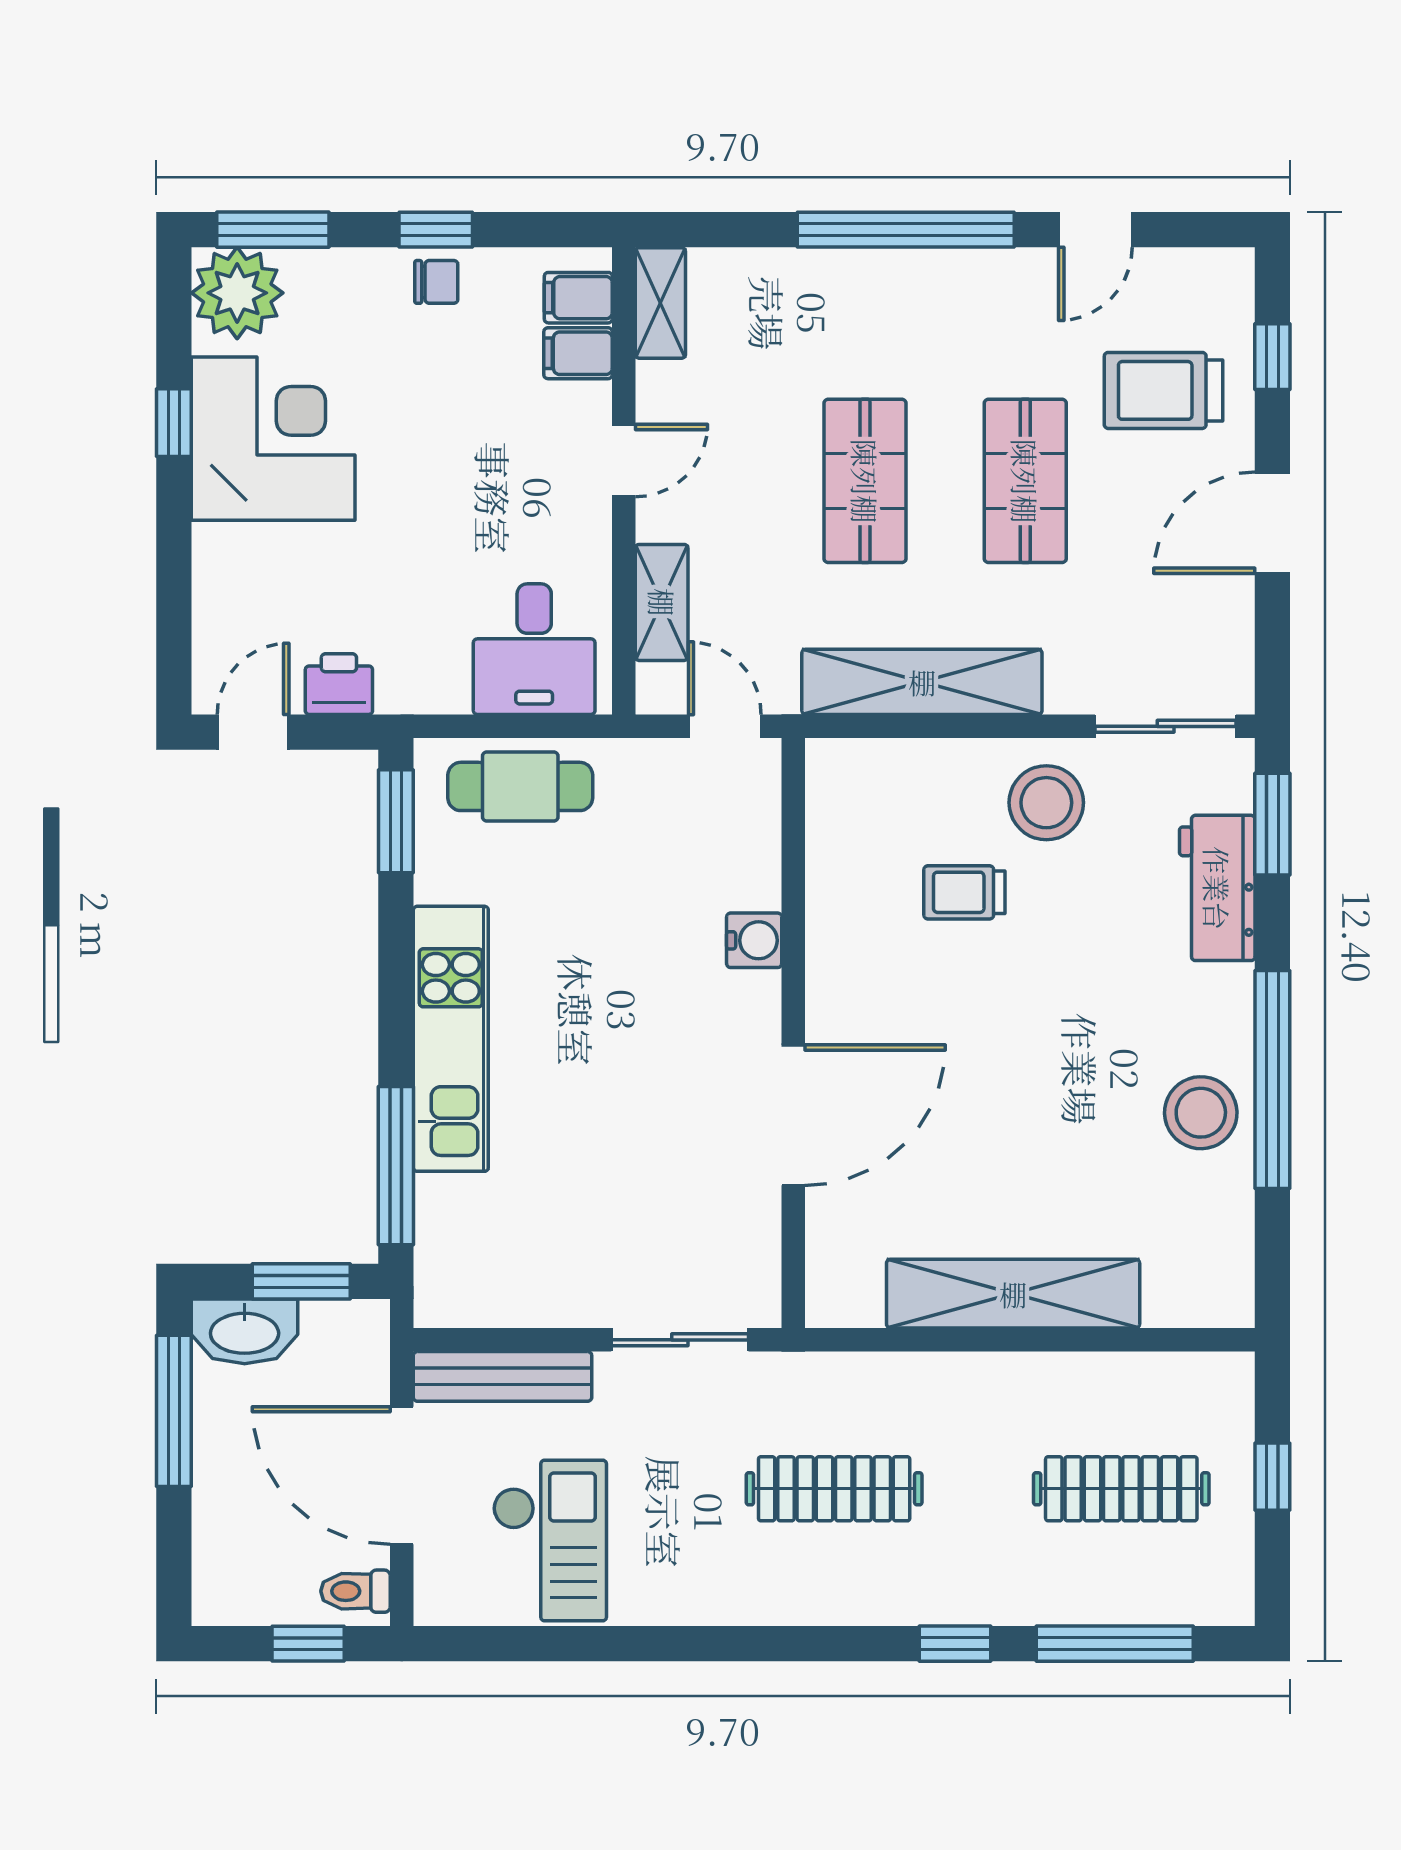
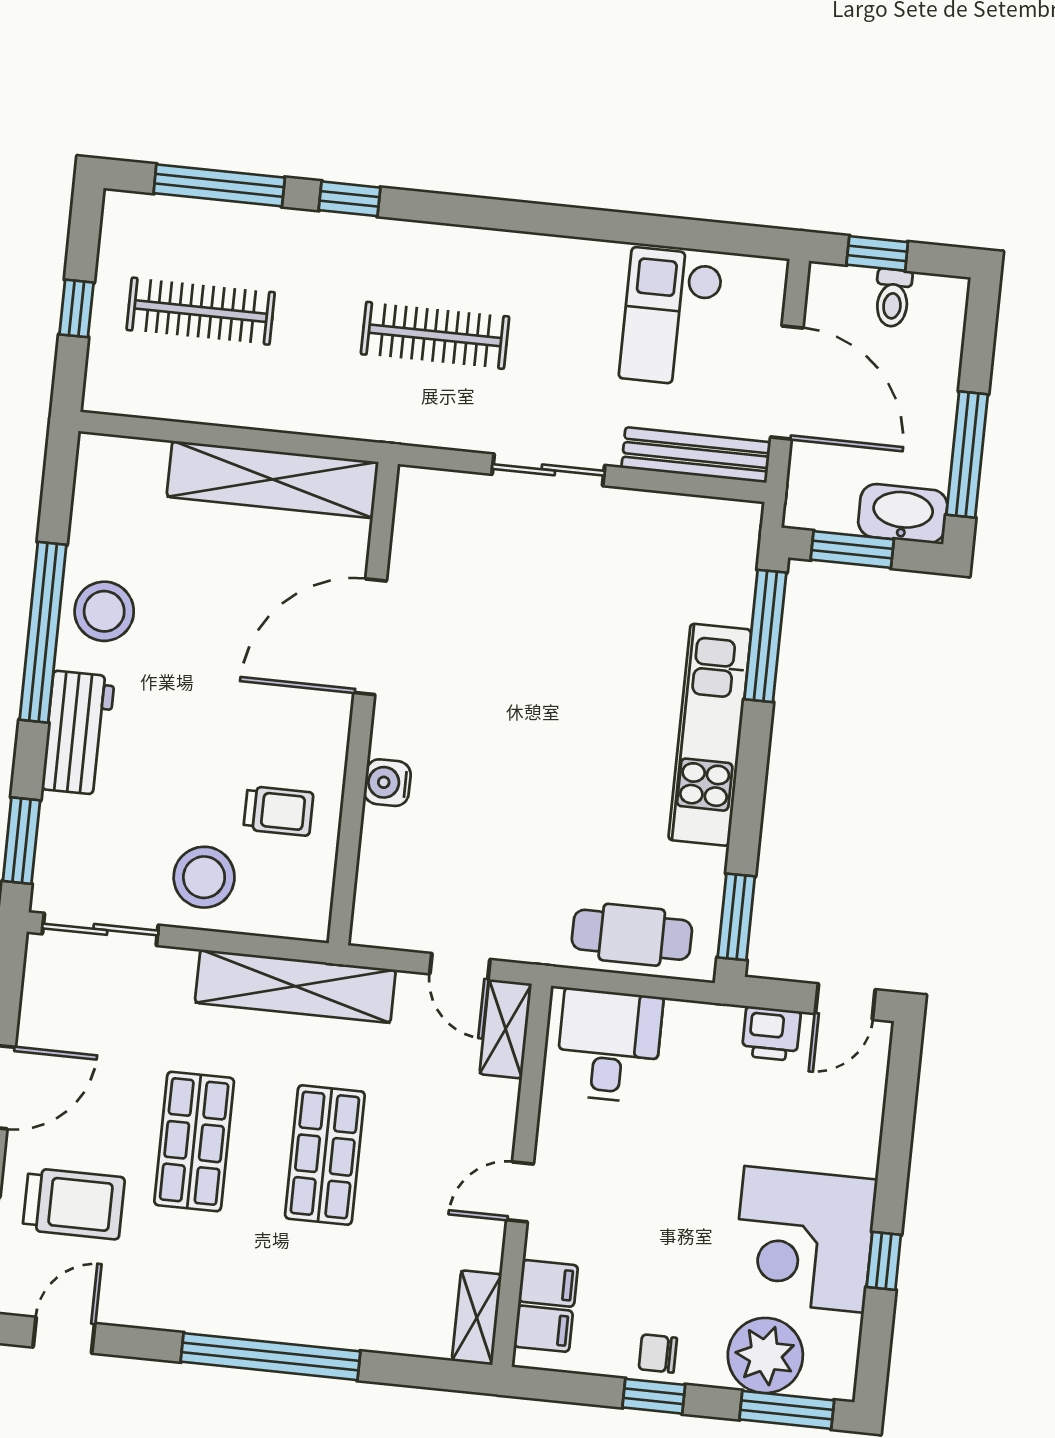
door: (1095, 230) -> (64, 1335), moved
plant: (237, 293) -> (765, 1355), moved
shelving: (662, 602) -> (506, 1029), moved
workbench: (1217, 888) -> (78, 733), moved
water cooler: (754, 940) -> (387, 783), moved
wall: (793, 1033) -> (363, 704), moved
door: (793, 1115) -> (370, 637), moved
toilet: (355, 1591) -> (893, 298), moved, turned 90

